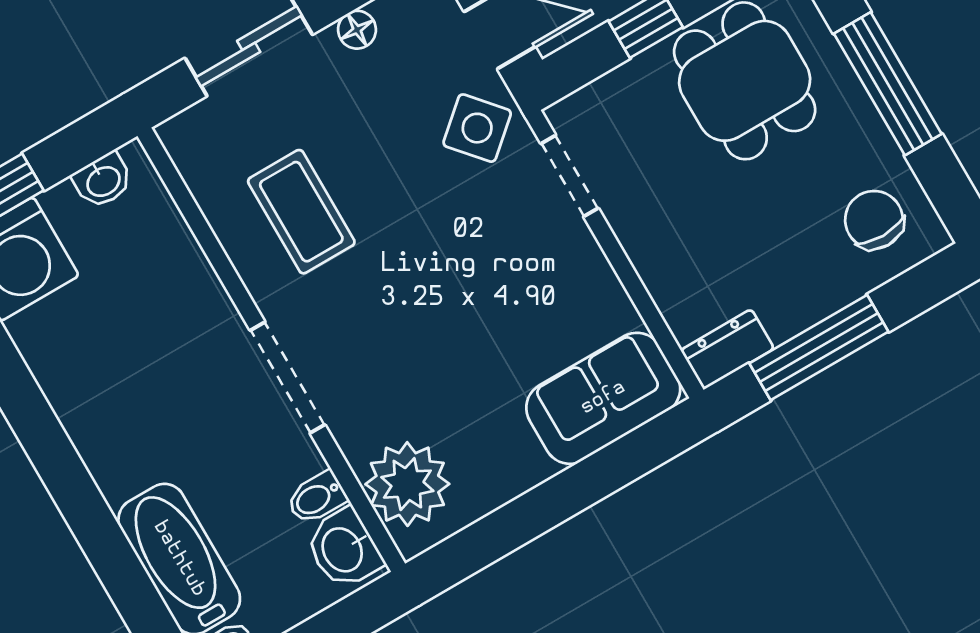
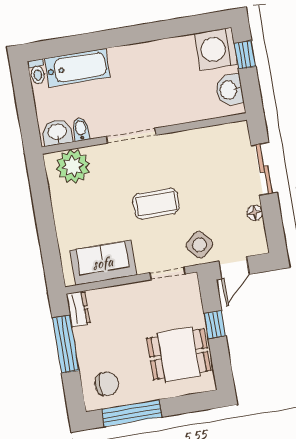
window: (888, 84) -> (132, 413), moved
washbasin: (103, 180) -> (229, 90), width x1.38, depth x1.45
coffee table: (301, 212) -> (156, 204), moved
sofa: (603, 398) -> (103, 263), moved, turned -90

